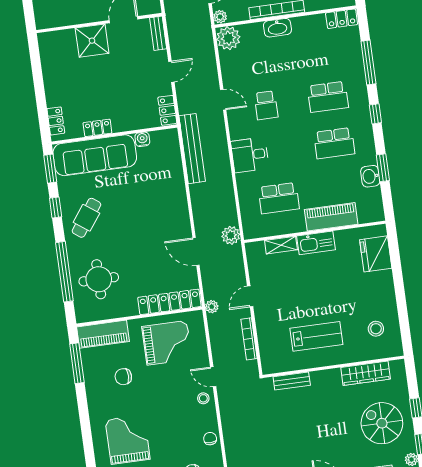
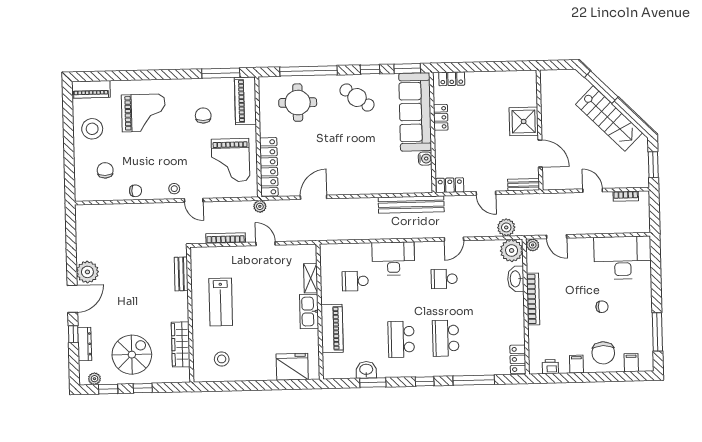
washbasin: (277, 28) -> (516, 279), moved
desk: (250, 155) -> (393, 259), width x1.37
school desk: (279, 198) -> (355, 281), width x0.54
plant: (231, 235) -> (506, 227), moved
door: (213, 377) -> (194, 200), swing flipped

